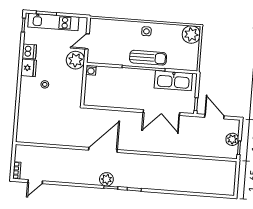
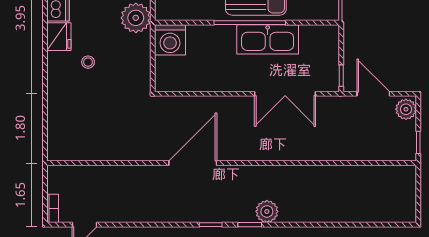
washing machine: (91, 70) -> (170, 40), width x1.89, depth x1.89
kitchen sink: (173, 81) -> (268, 39), moved
plant: (232, 139) -> (406, 109), moved
plant: (106, 179) -> (267, 211), moved

